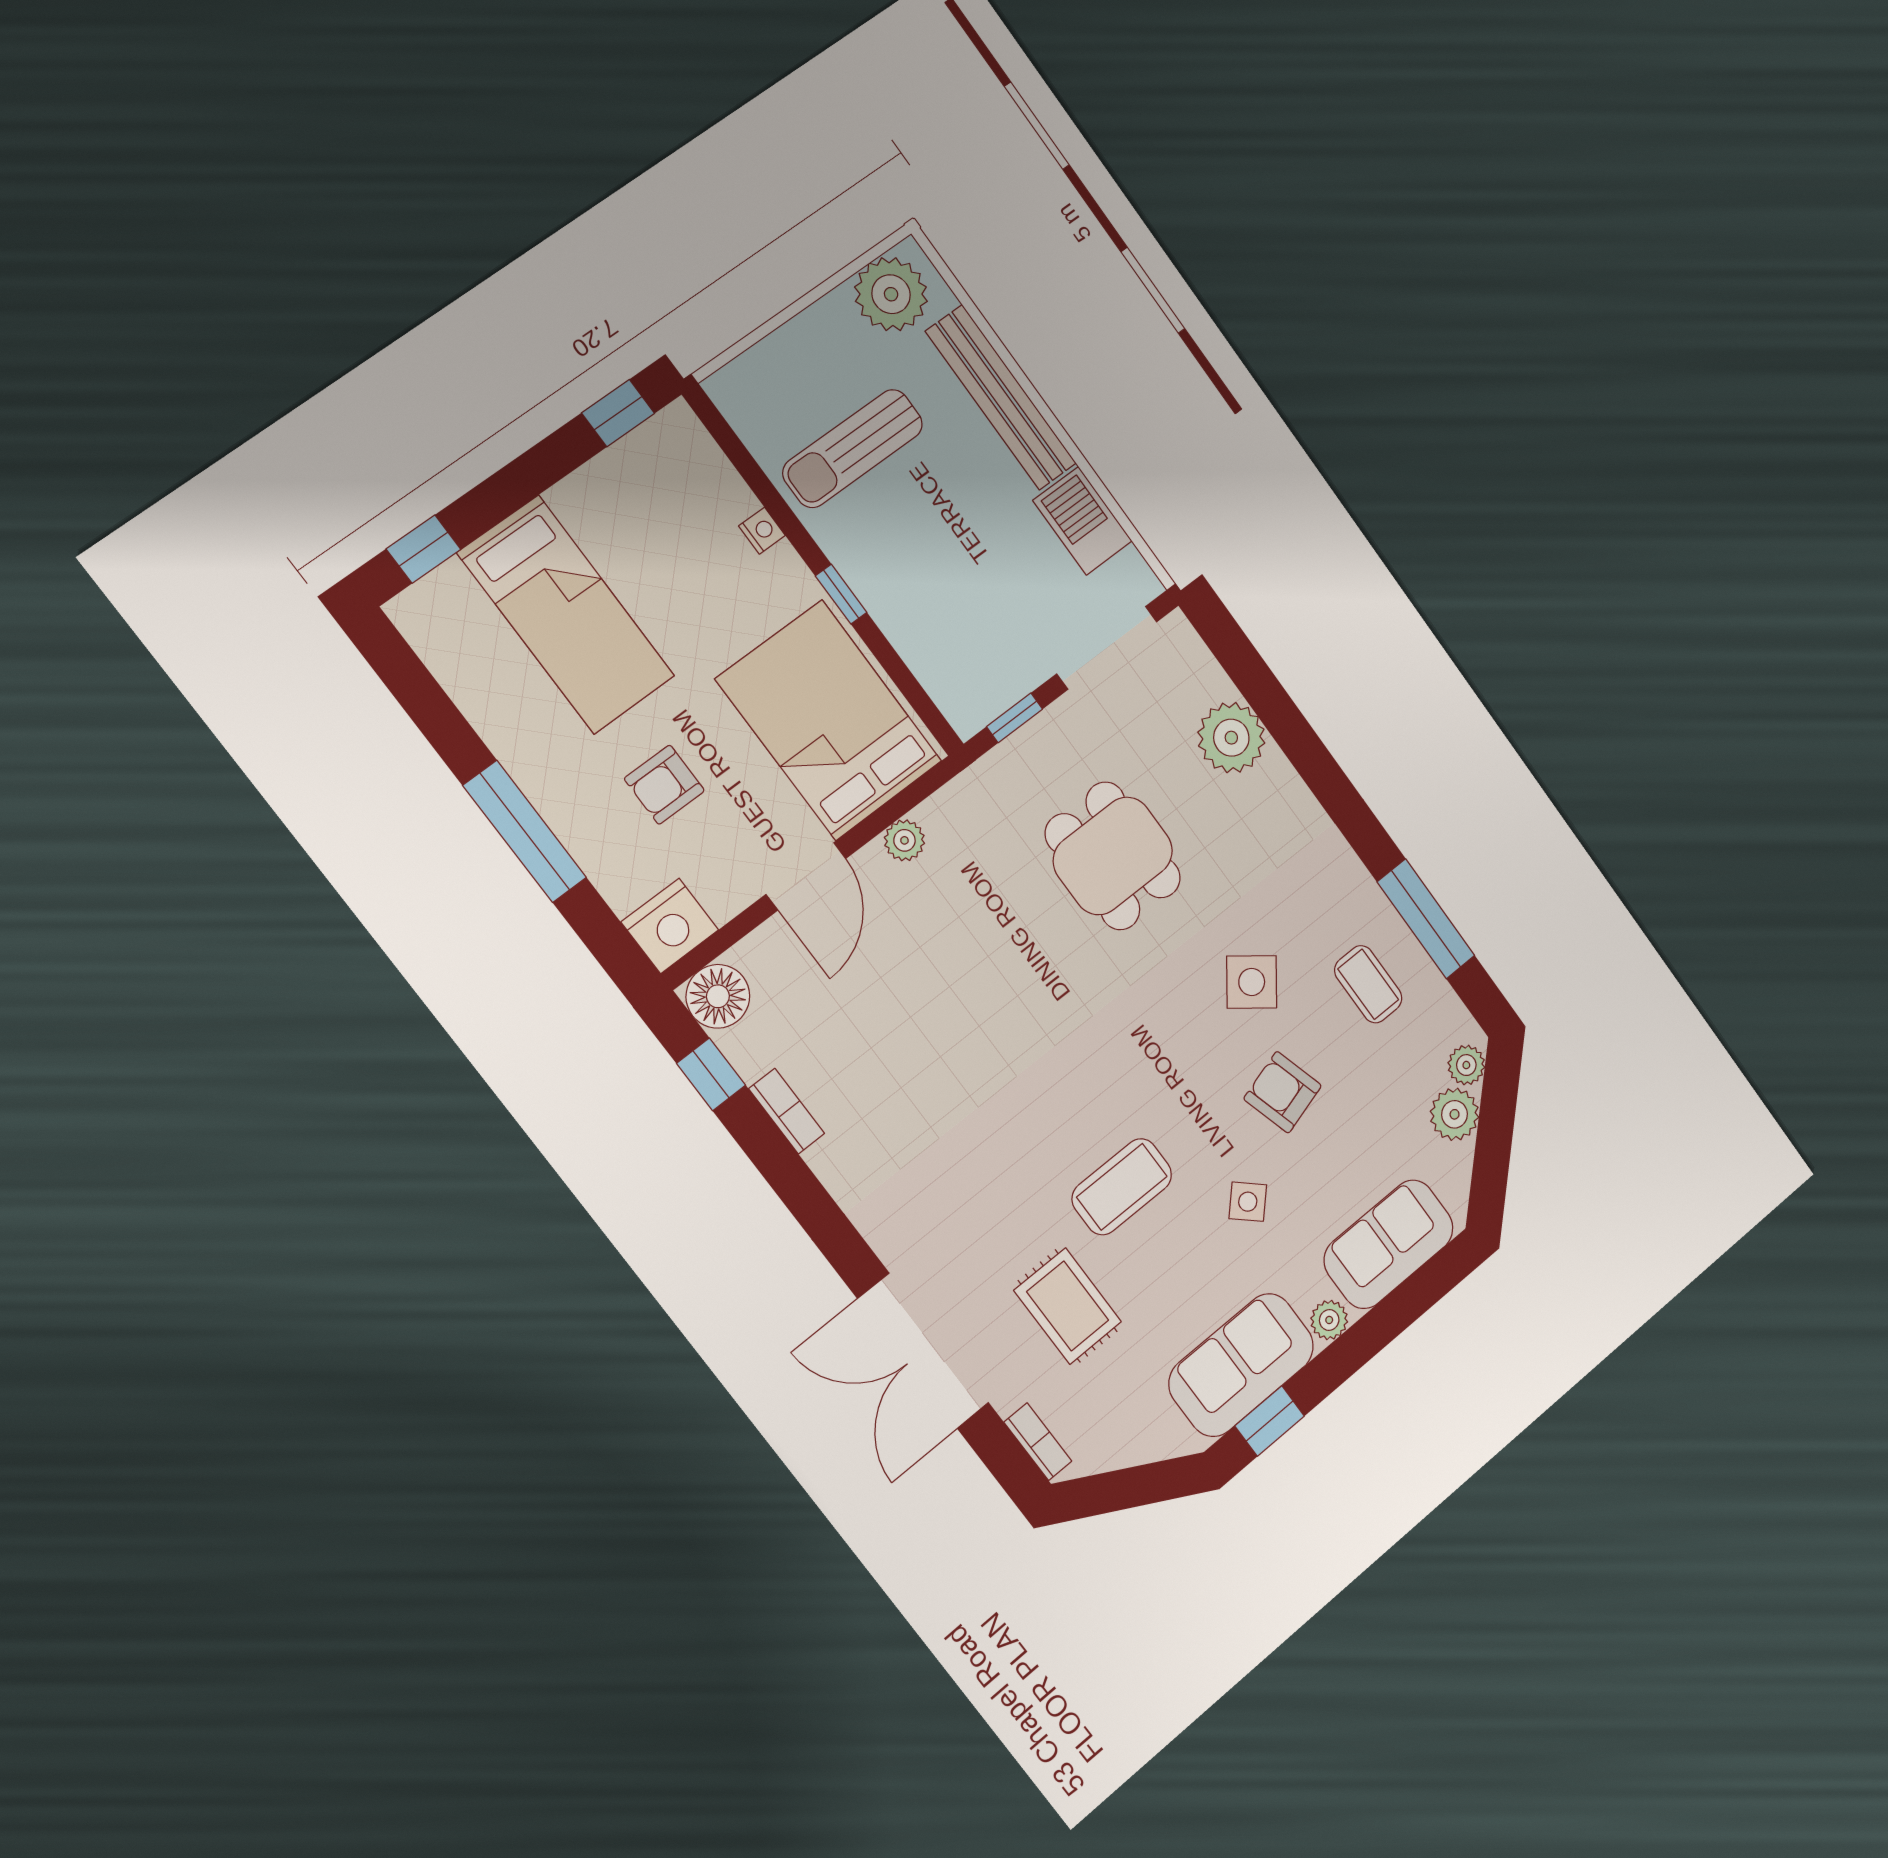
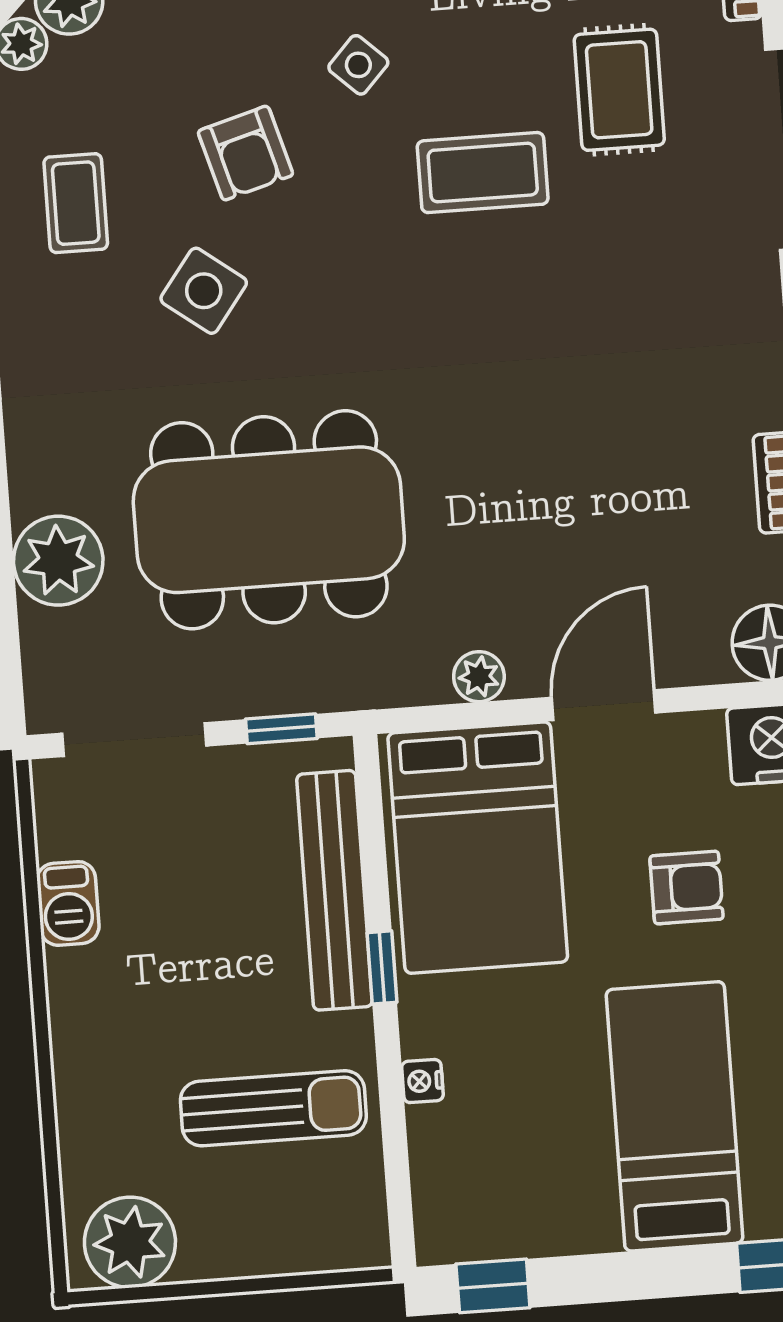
bench: (1001, 398) -> (334, 890), moved
barbecue: (1083, 521) -> (68, 903), width x0.73, depth x0.79
dining table: (1113, 856) -> (269, 520), width x1.88, depth x1.24

